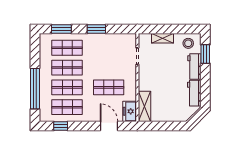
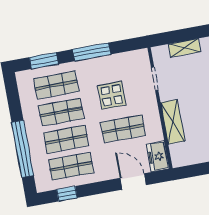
window: (96, 29) -> (92, 52), width x1.44
display table: (105, 62) -> (112, 95), added
shelving: (145, 106) -> (173, 122), moved

